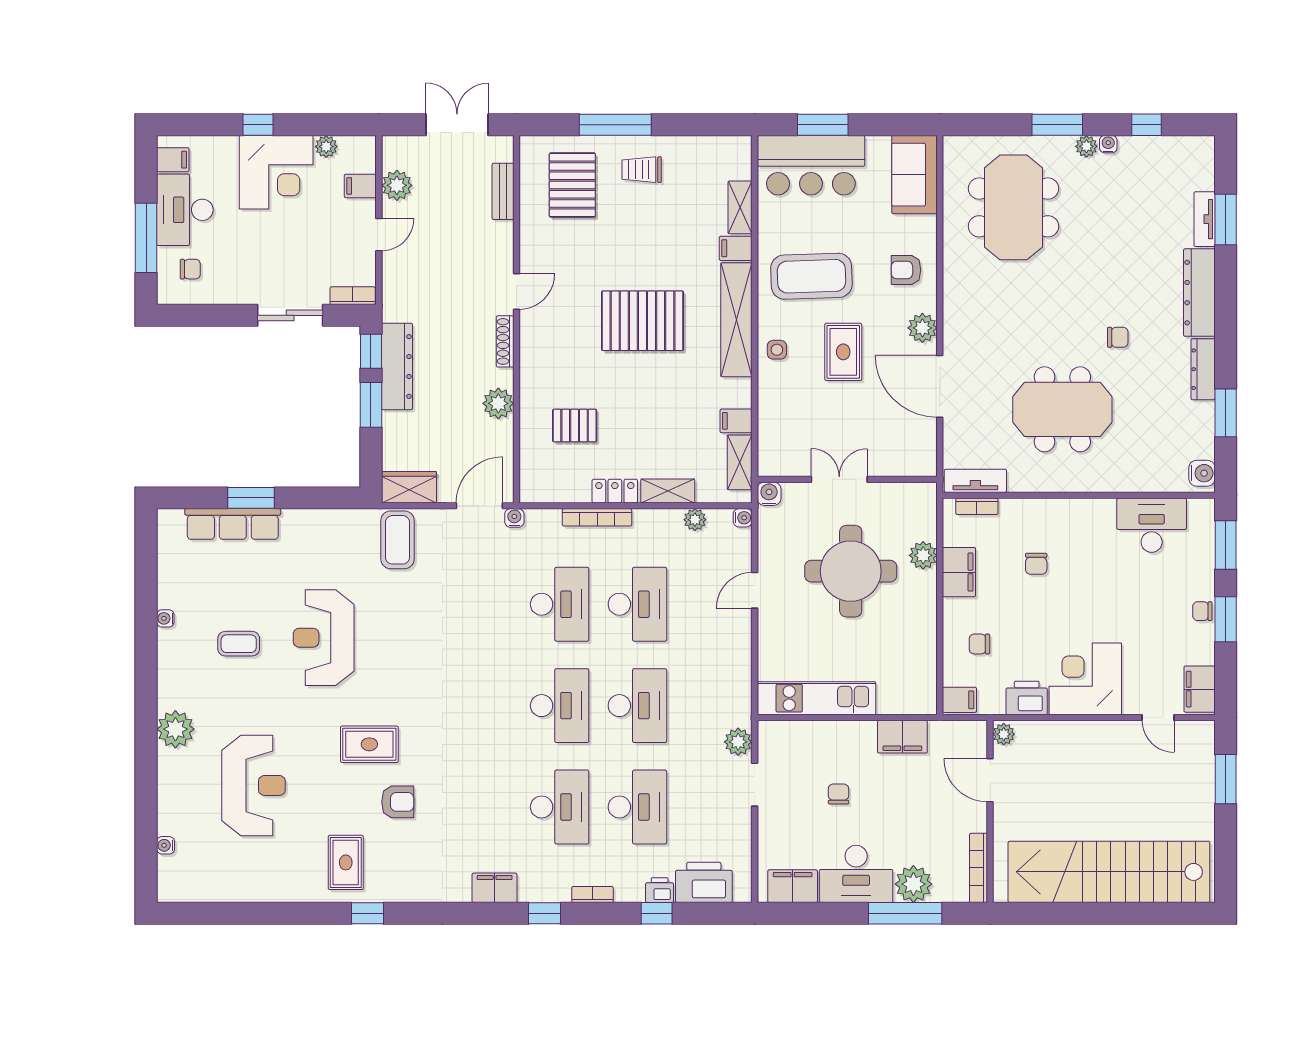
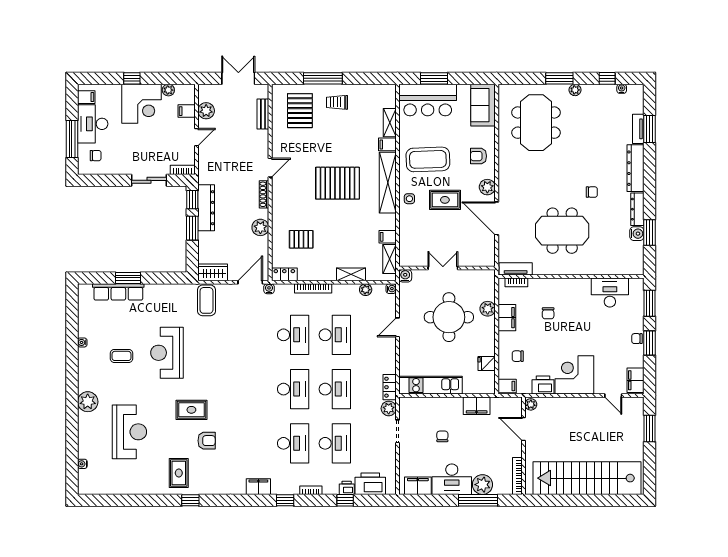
water cooler: (1108, 144) -> (622, 89), moved
rug: (843, 352) -> (445, 200), turned 90
water cooler: (1202, 473) -> (637, 234), moved
locker: (615, 491) -> (284, 274), moved
fridge: (921, 658) -> (487, 363), added
locker: (740, 702) -> (390, 387), added

